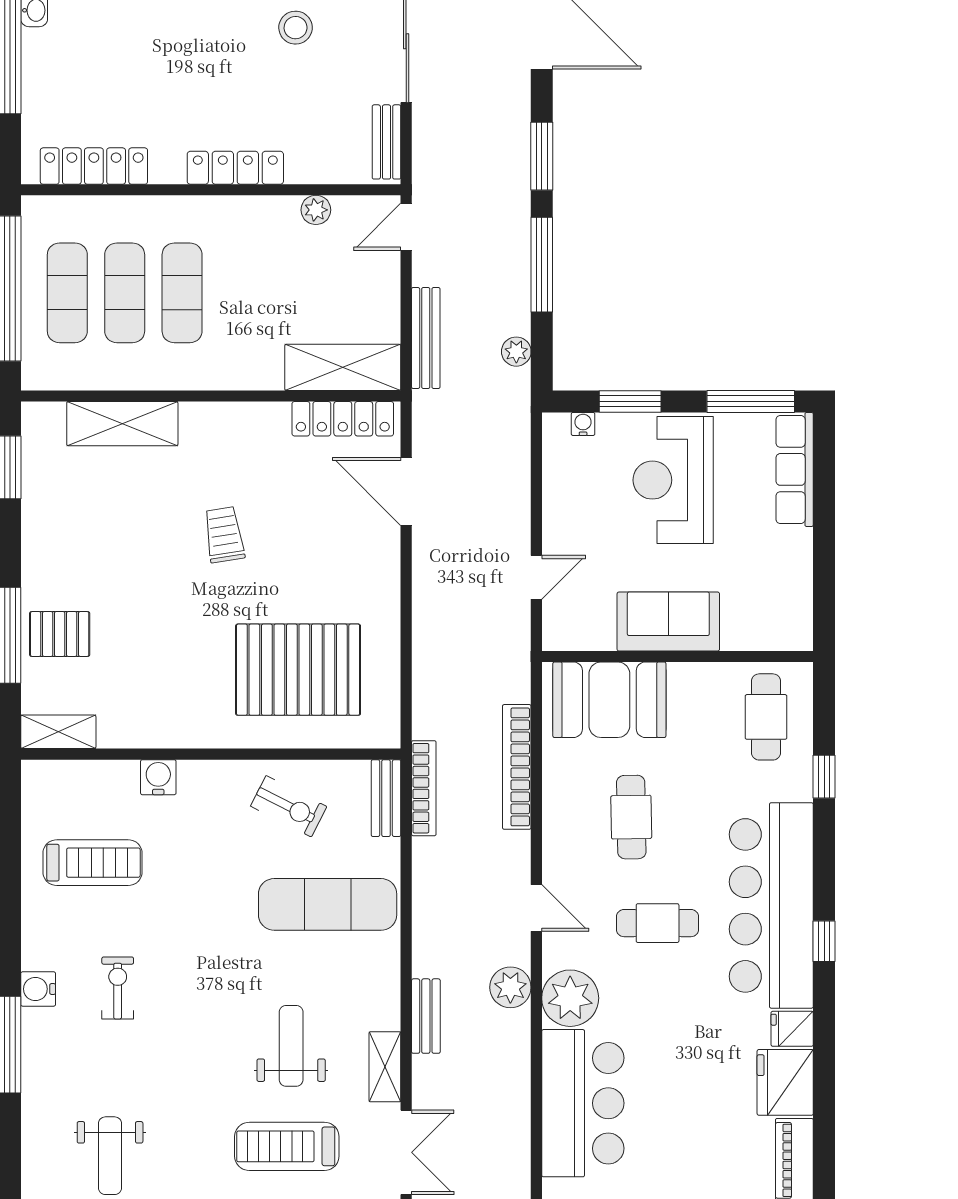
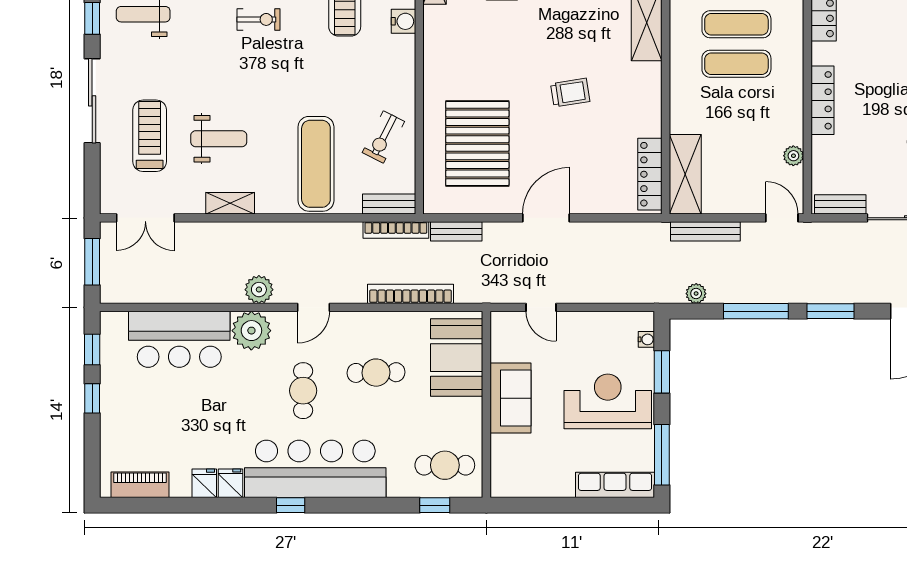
door: (406, 492) -> (546, 218), moved
water cooler: (158, 777) -> (403, 21), moved
window: (824, 777) -> (435, 505), moved
bench: (426, 1016) -> (456, 231), moved
shelving: (385, 1067) -> (230, 203), moved
fridge: (785, 1082) -> (204, 483), width x0.53, depth x0.75

